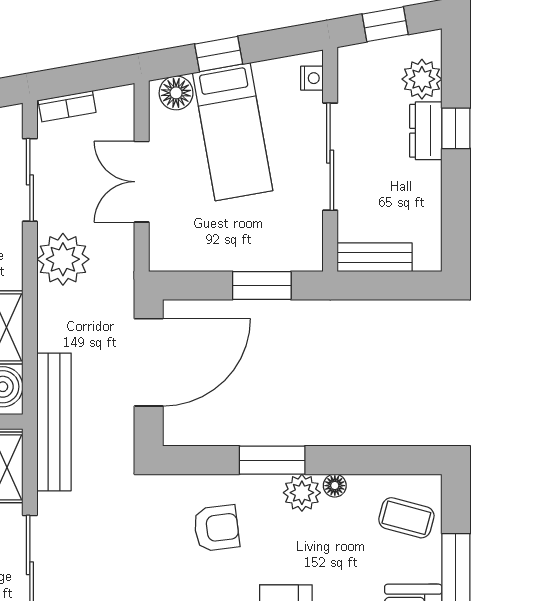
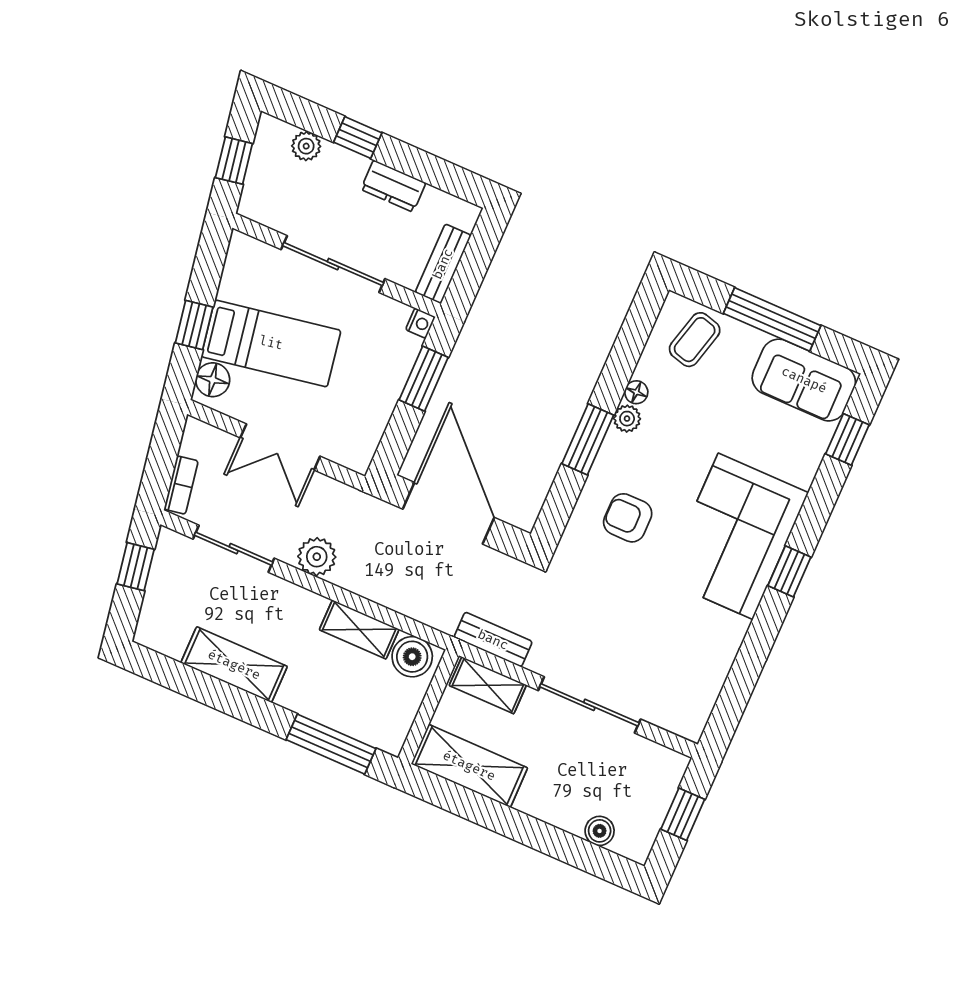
nightstand: (312, 78) -> (420, 323), moved, turned 90
plant: (422, 79) -> (306, 146), width x0.73, depth x0.73
dresser: (426, 131) -> (393, 186), moved
plant: (63, 259) -> (317, 557), width x0.73, depth x0.73
bench: (54, 422) -> (493, 640), width x0.54, depth x0.82
plant: (302, 493) -> (627, 419), width x0.73, depth x0.73
armchair: (216, 528) -> (628, 518), turned -83

